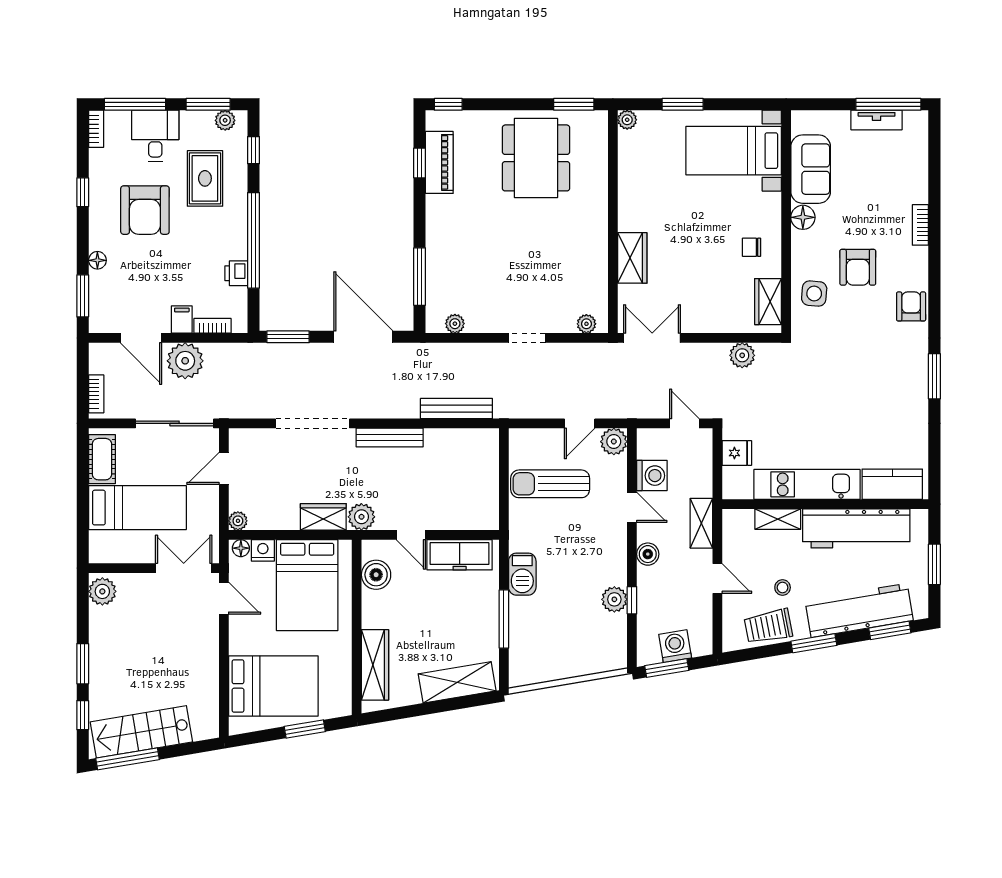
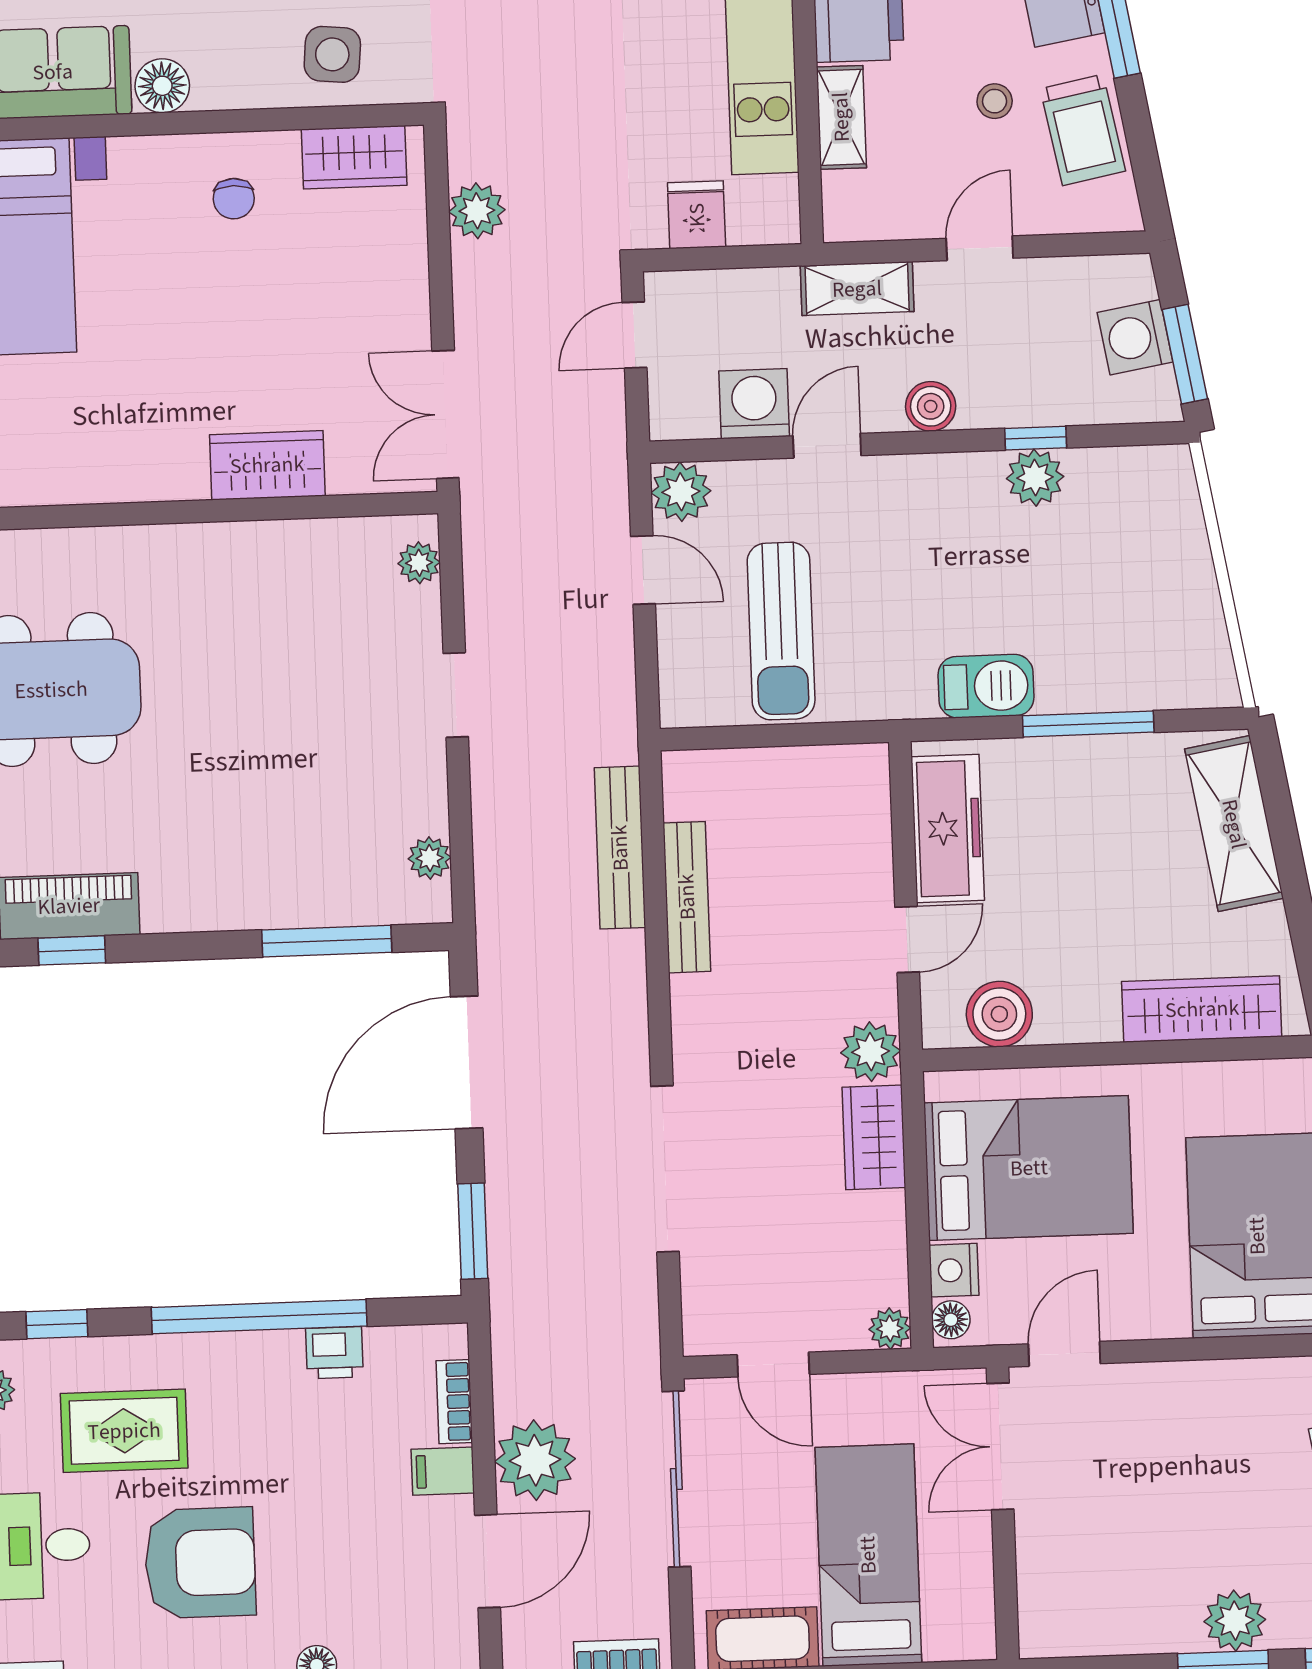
bench: (390, 438) -> (687, 897), moved
plant: (102, 591) -> (1235, 1621), moved

